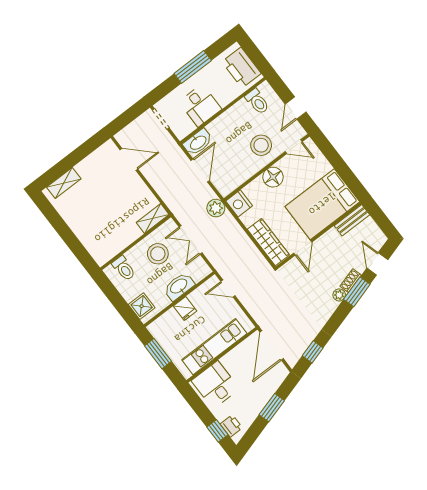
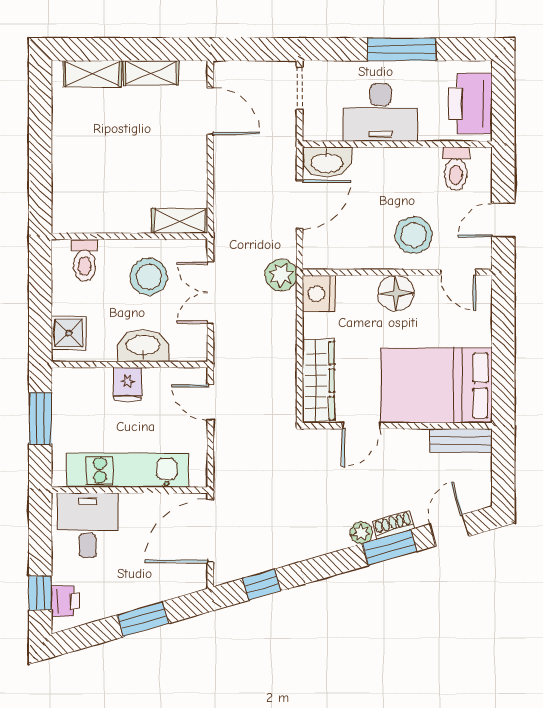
desk: (200, 106) -> (380, 112), width x1.37
shelving: (90, 163) -> (151, 73), added

